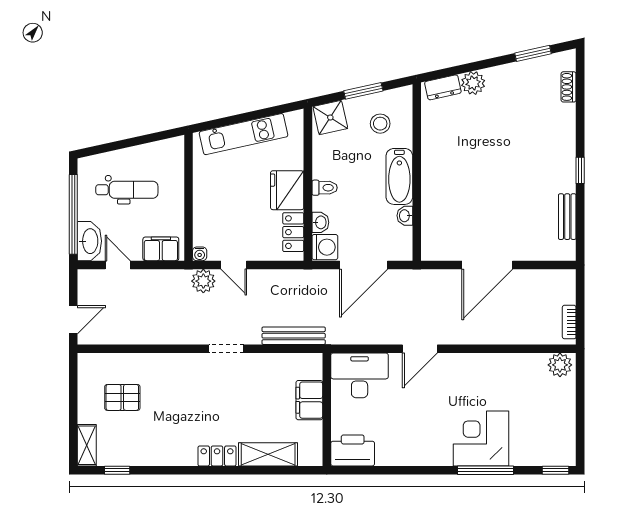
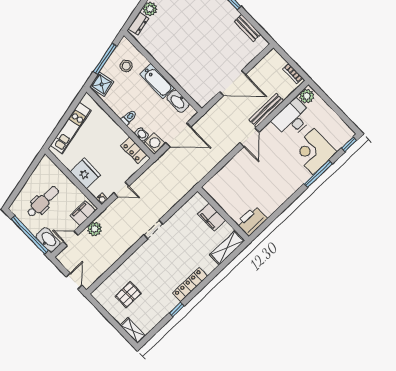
window: (363, 91) -> (105, 59), width x1.44
fridge: (287, 190) -> (85, 173), moved, turned 180
washbasin: (405, 216) -> (178, 101), width x1.91, depth x1.45
door: (364, 265) -> (178, 135), hinge flipped
door: (487, 265) -> (233, 83), hinge flipped
plant: (203, 281) -> (95, 229), moved
bench: (294, 336) -> (266, 110), moved
door: (420, 349) -> (249, 137), moved
desk: (360, 375) -> (293, 119), moved
corner desk: (481, 438) -> (314, 151), moved
shelving: (268, 454) -> (227, 248), moved
locker: (217, 456) -> (190, 285), width x1.53
window: (117, 470) -> (177, 309), moved

